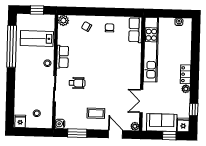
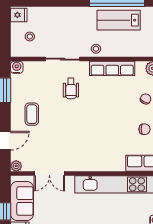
lab bench: (37, 38) -> (119, 20), moved, turned -90
row of seats: (63, 57) -> (112, 68), width x1.48
double door: (141, 101) -> (49, 173), swing flipped

